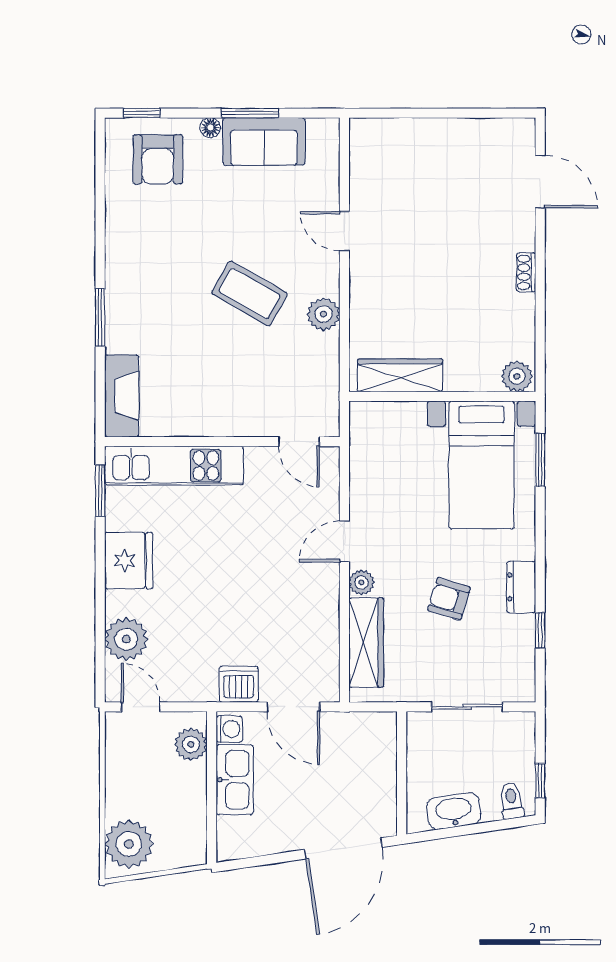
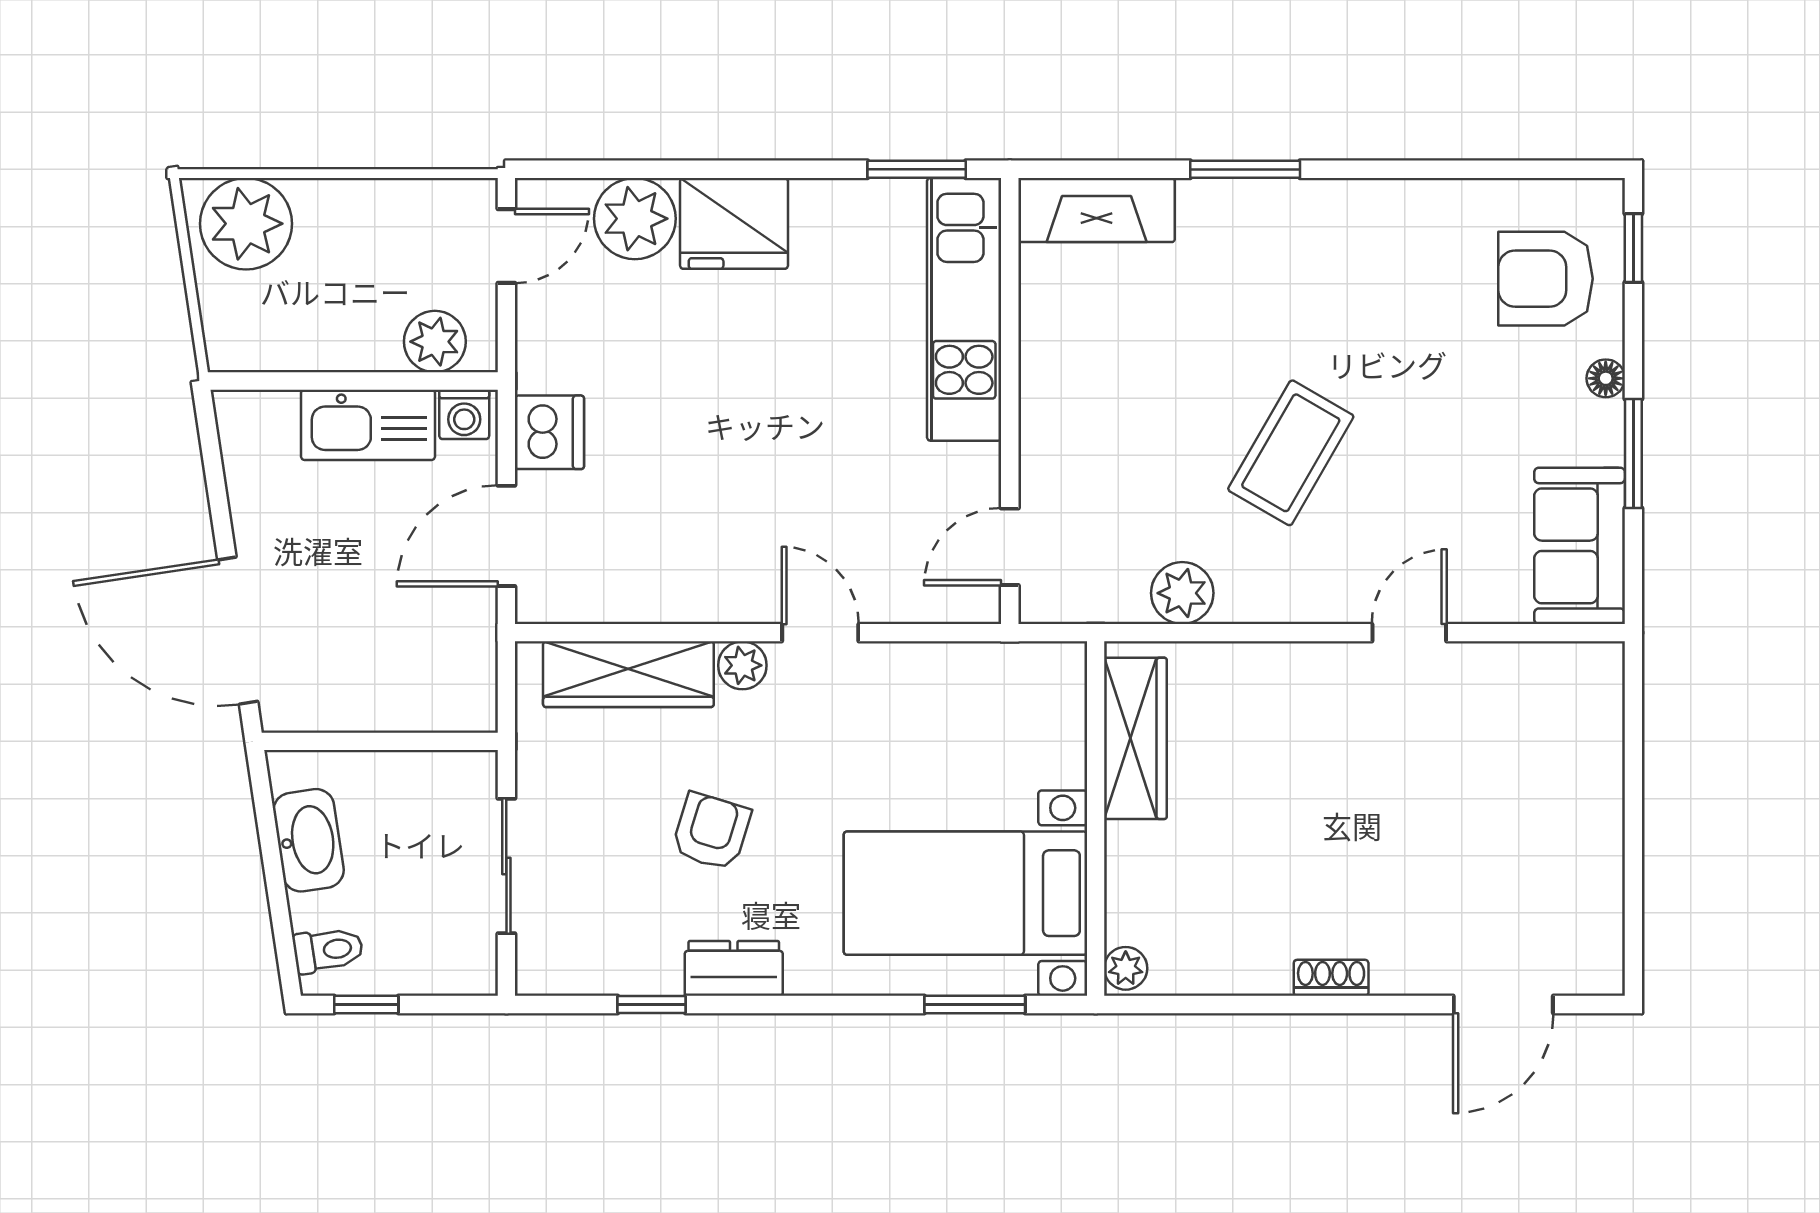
sofa: (264, 141) -> (1580, 546), moved
plant: (323, 314) -> (1182, 593), moved
plant: (517, 376) -> (1126, 968), width x0.73, depth x0.73
fridge: (129, 561) -> (734, 223), moved

